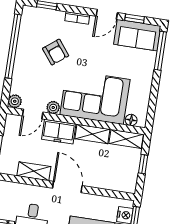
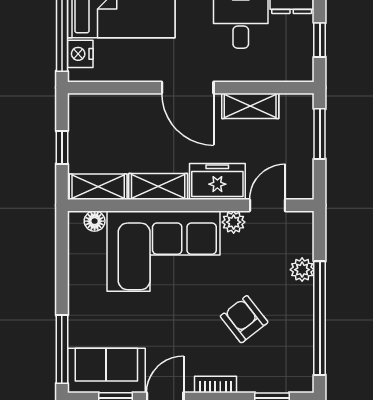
plant: (15, 101) -> (302, 270), moved

